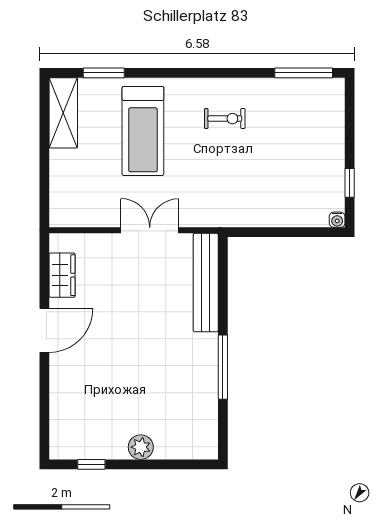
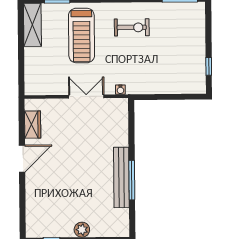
exercise bike: (225, 119) -> (132, 27), width x1.38, depth x1.39
water cooler: (337, 220) -> (120, 90), moved
bench: (206, 283) -> (121, 177), moved

